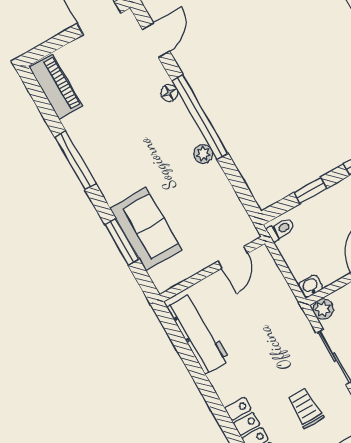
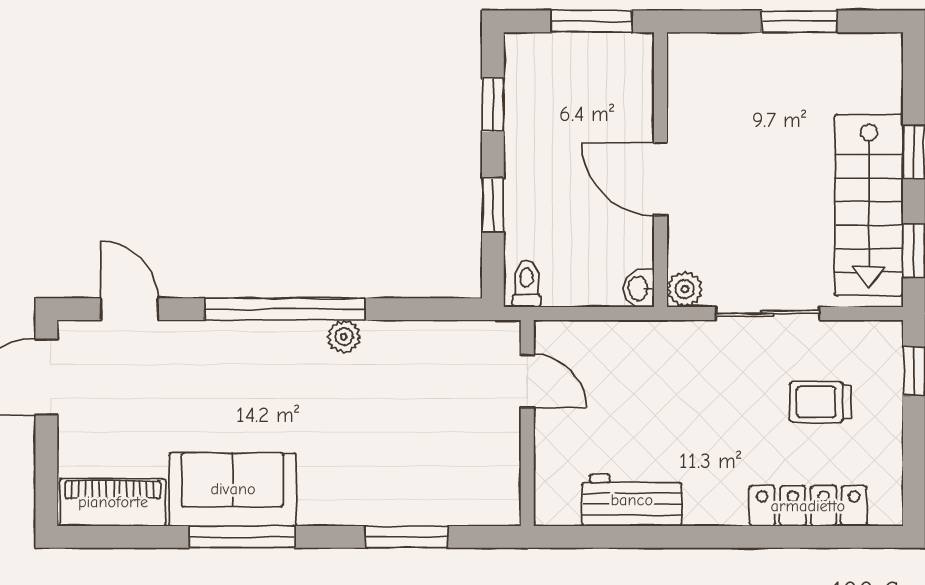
floor lamp: (169, 93) -> (221, 335), removed
sofa: (146, 229) -> (233, 489), moved
workbench: (198, 333) -> (632, 500), width x0.73

